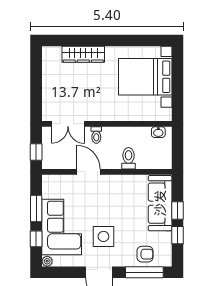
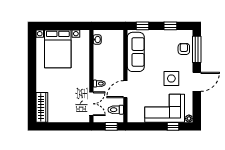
wardrobe: (83, 54) -> (42, 107), moved
toilet: (129, 158) -> (116, 110), moved
sofa: (160, 203) -> (136, 52), moved, turned -90
window: (36, 208) -> (151, 126), removed
window: (177, 210) -> (142, 26), moved

